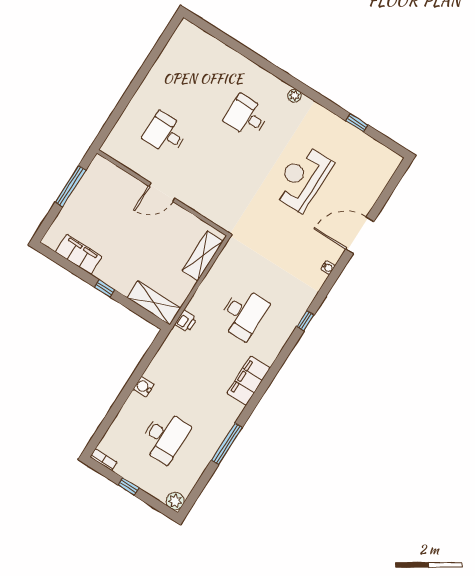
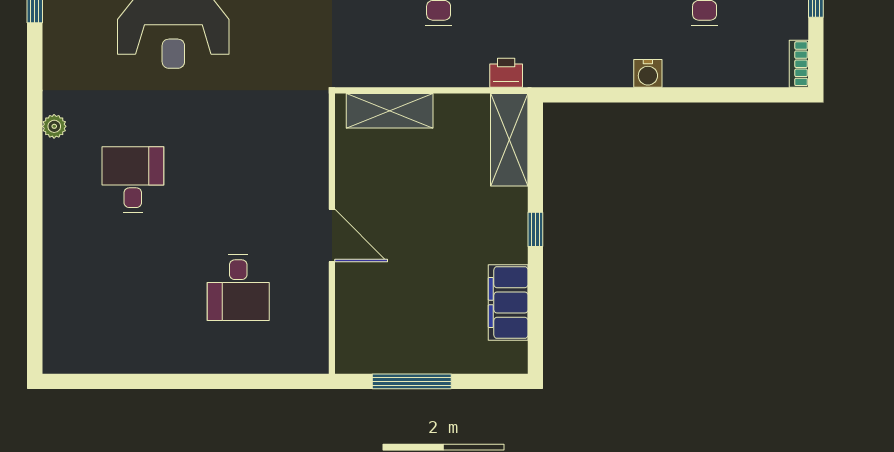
desk: (247, 116) -> (133, 180), turned 180

